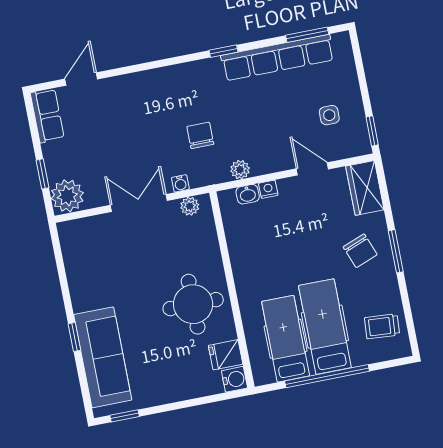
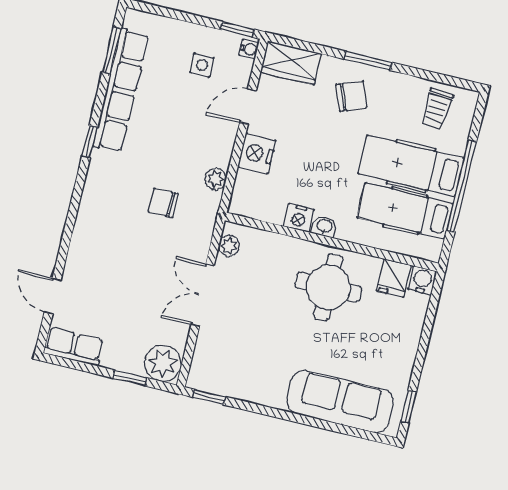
water cooler: (180, 183) -> (249, 49), moved
nightstand: (268, 189) -> (257, 153), width x1.89, depth x1.79
washbasin: (248, 194) -> (325, 226), moved, turned -90
nightstand: (239, 253) -> (299, 218), added
window: (74, 337) -> (209, 397), moved

